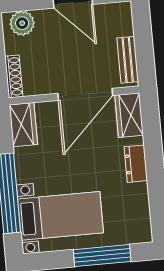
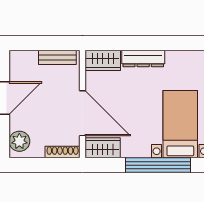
door: (85, 94) -> (83, 113), moved
dresser: (136, 164) -> (143, 59), width x1.44

